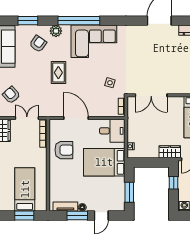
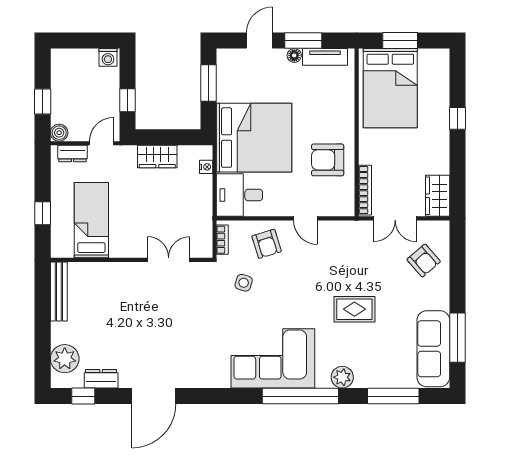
window: (28, 21) -> (393, 396), width x1.44
armchair: (38, 44) -> (267, 244), moved, turned -52
rug: (58, 73) -> (354, 309), moved, turned 90
double door: (151, 95) -> (169, 260), width x0.73
door: (76, 118) -> (305, 218), width x0.53
wardrobe: (170, 152) -> (157, 157), moved
bed: (104, 162) -> (254, 138), width x1.36
bed: (25, 189) -> (390, 88), width x1.50

